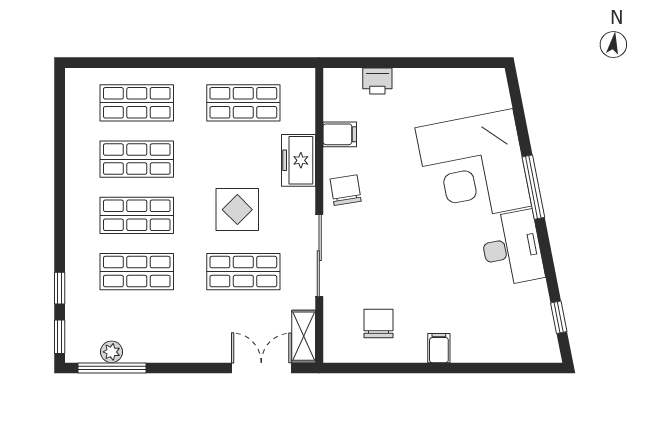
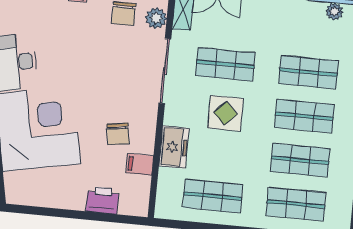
printer: (377, 81) -> (102, 200), width x1.36, depth x1.24
chair: (346, 190) -> (118, 134), moved
plant: (337, 322) -> (156, 18), added

